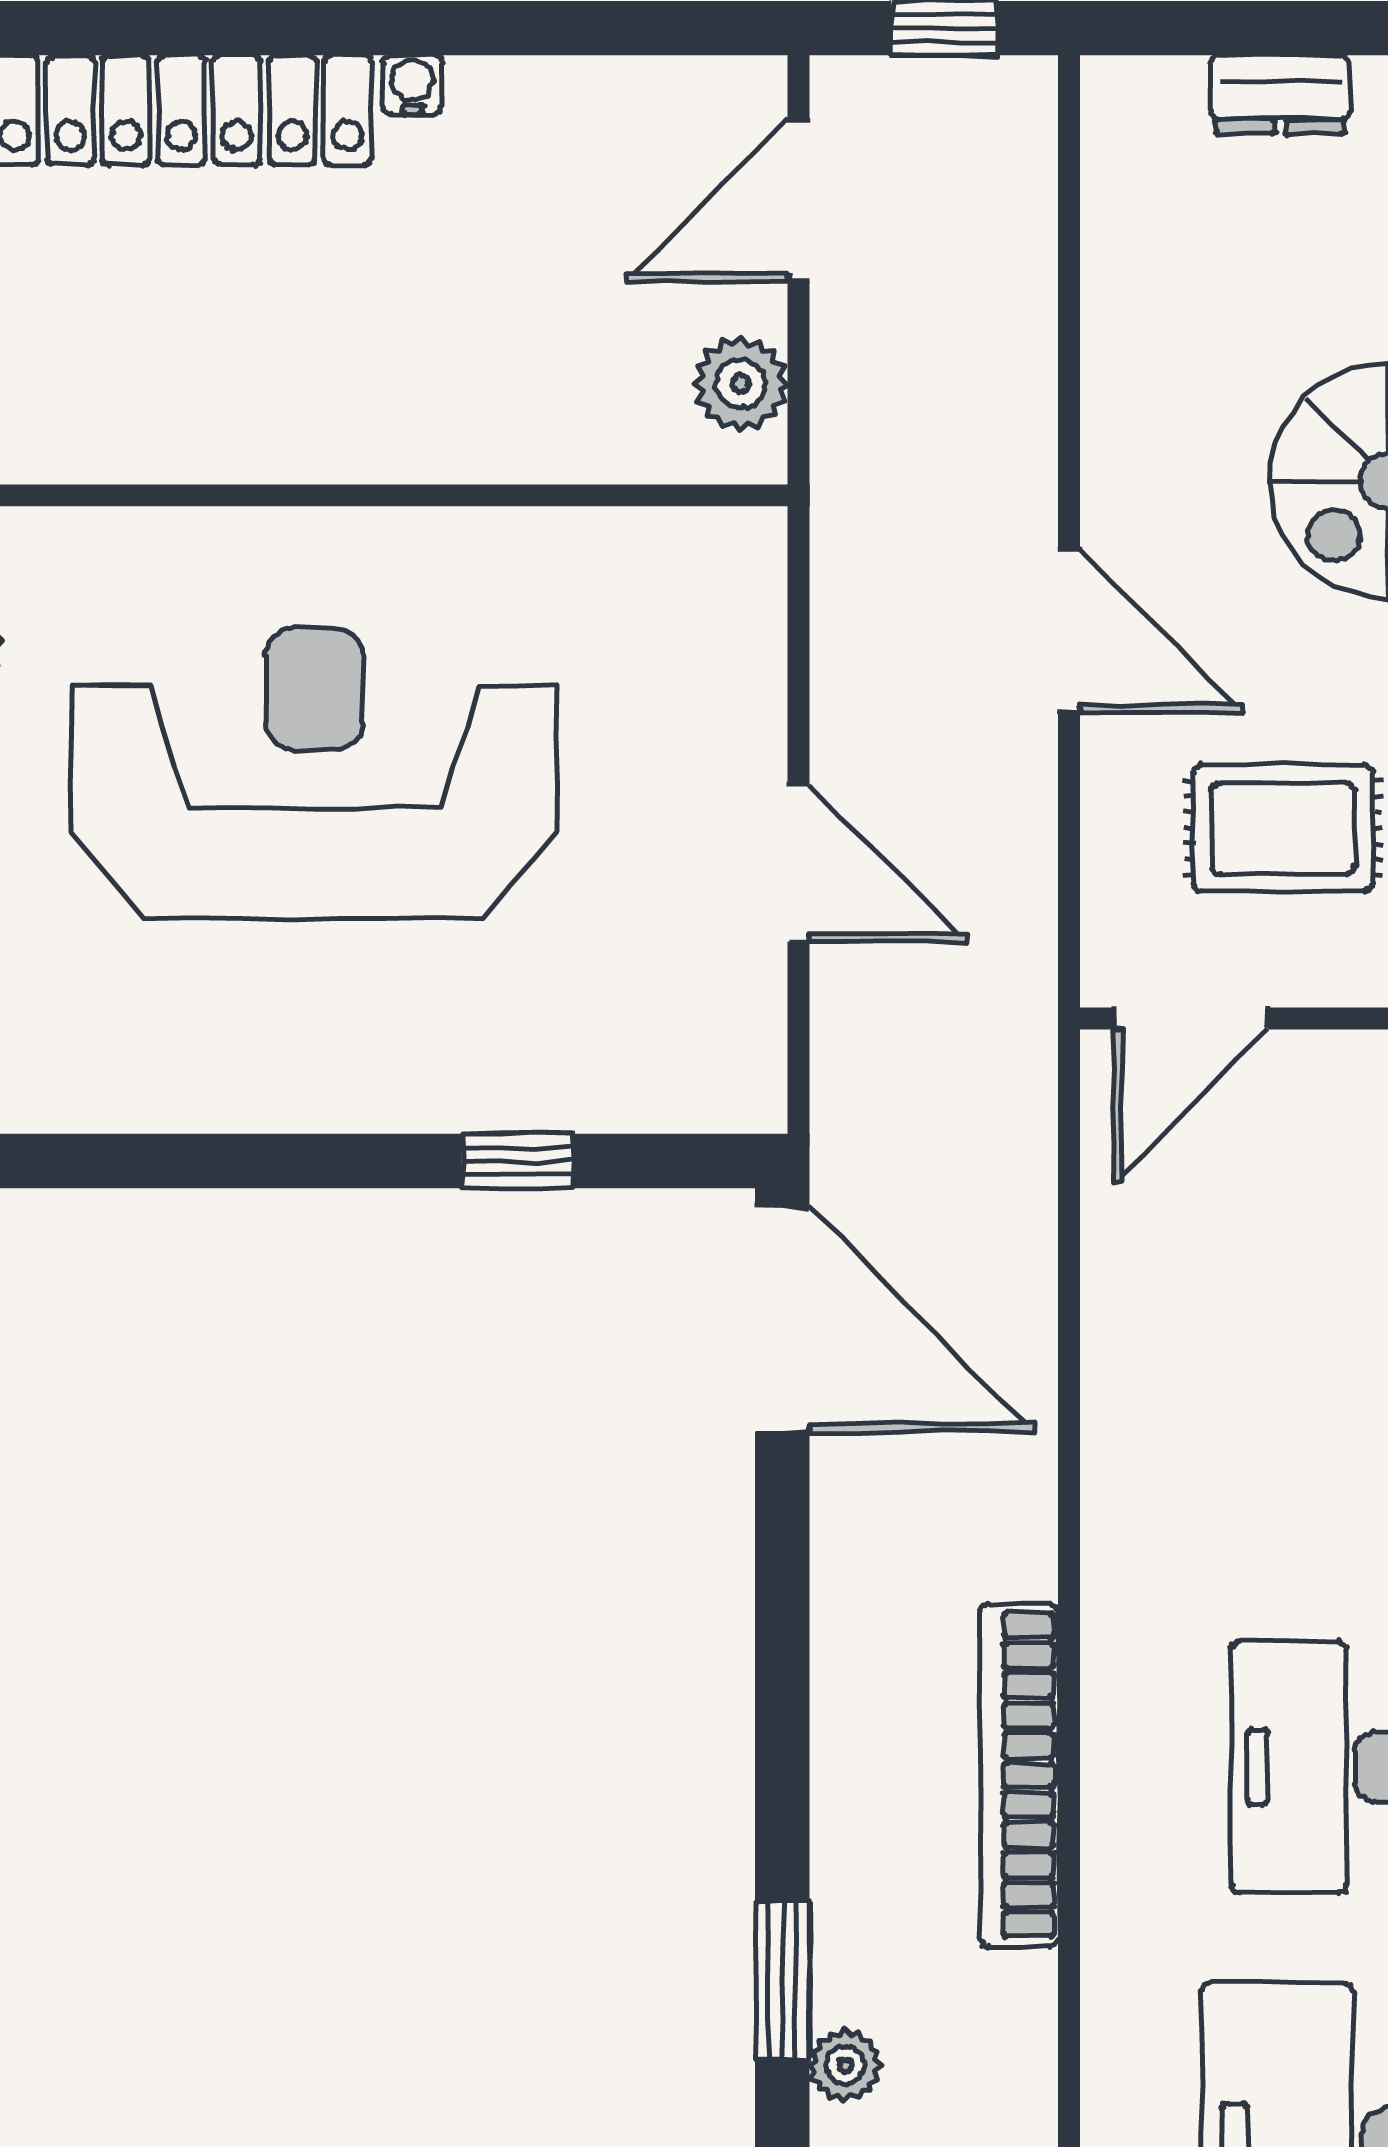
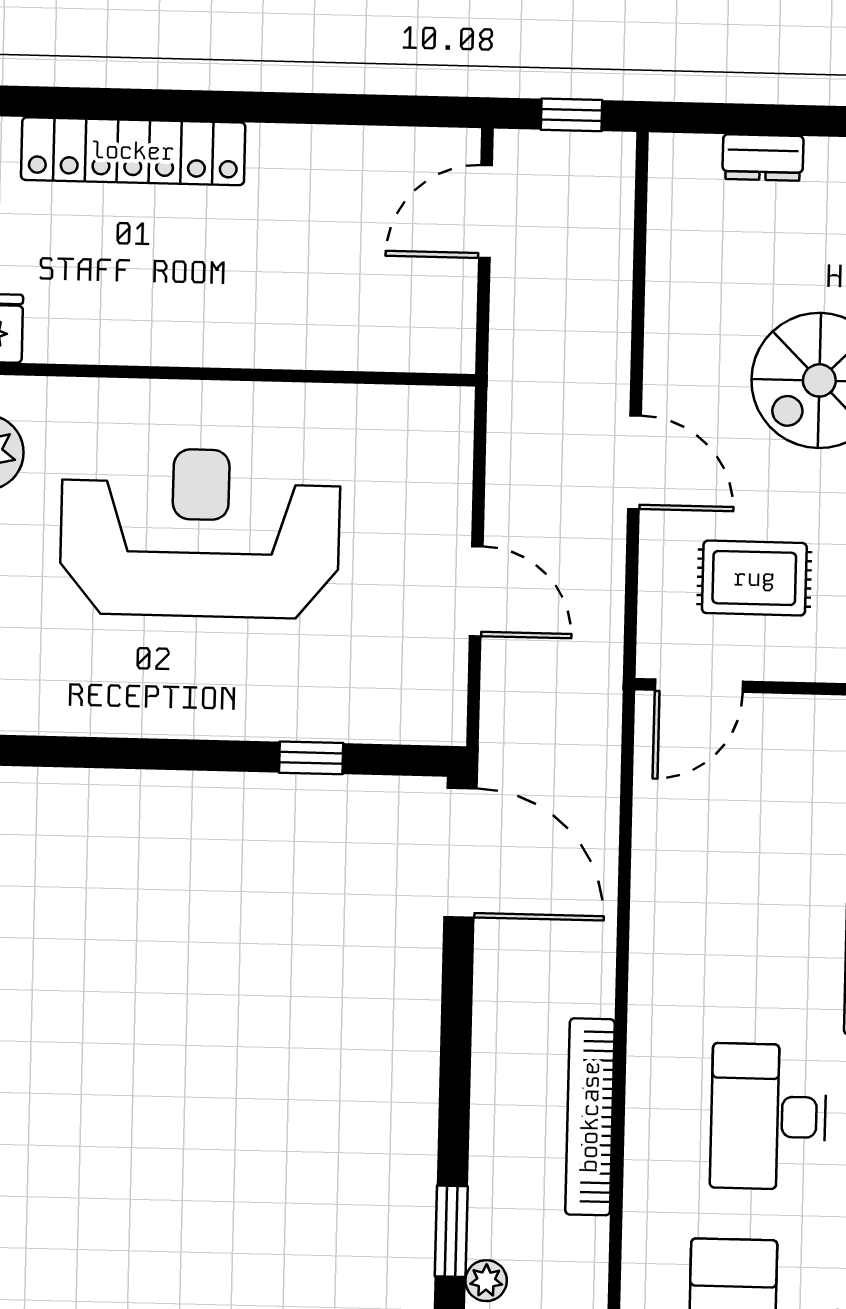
water cooler: (413, 85) -> (266, 140), removed
plant: (741, 384) -> (450, 316), removed

